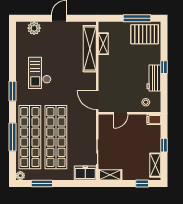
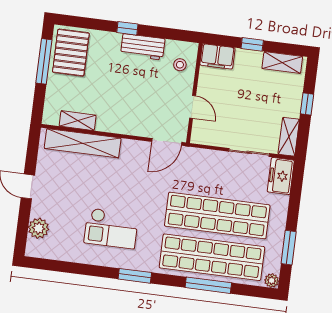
filing cabinet: (154, 120) -> (217, 56), width x2.00
window: (142, 183) -> (307, 104), moved

